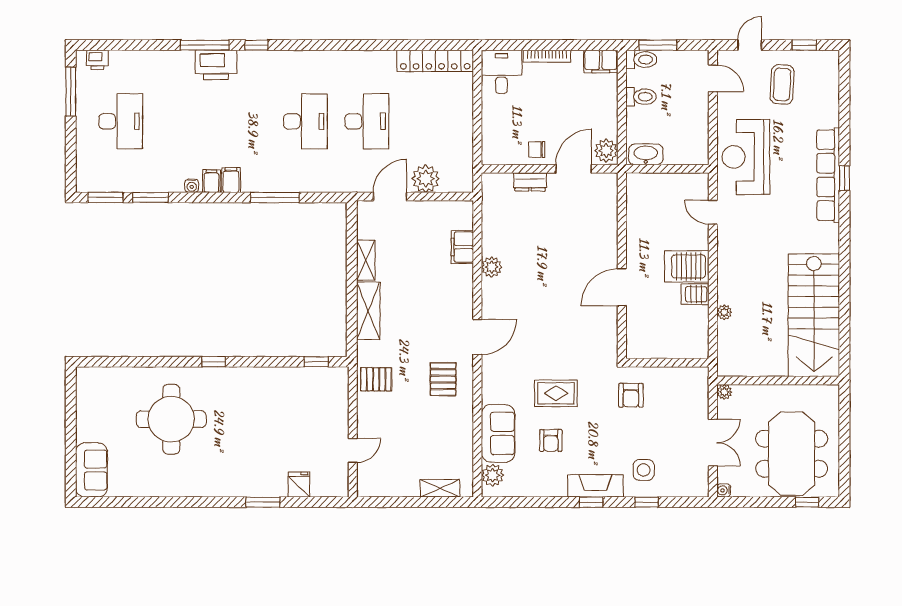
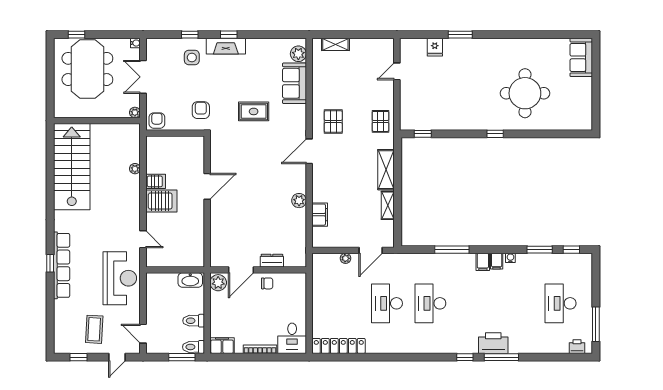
plant: (426, 179) -> (346, 258), width x0.53, depth x0.53
window: (105, 197) -> (571, 250), width x0.67
pallet: (376, 379) -> (380, 121), turned 90
armchair: (551, 440) -> (157, 121), moved

